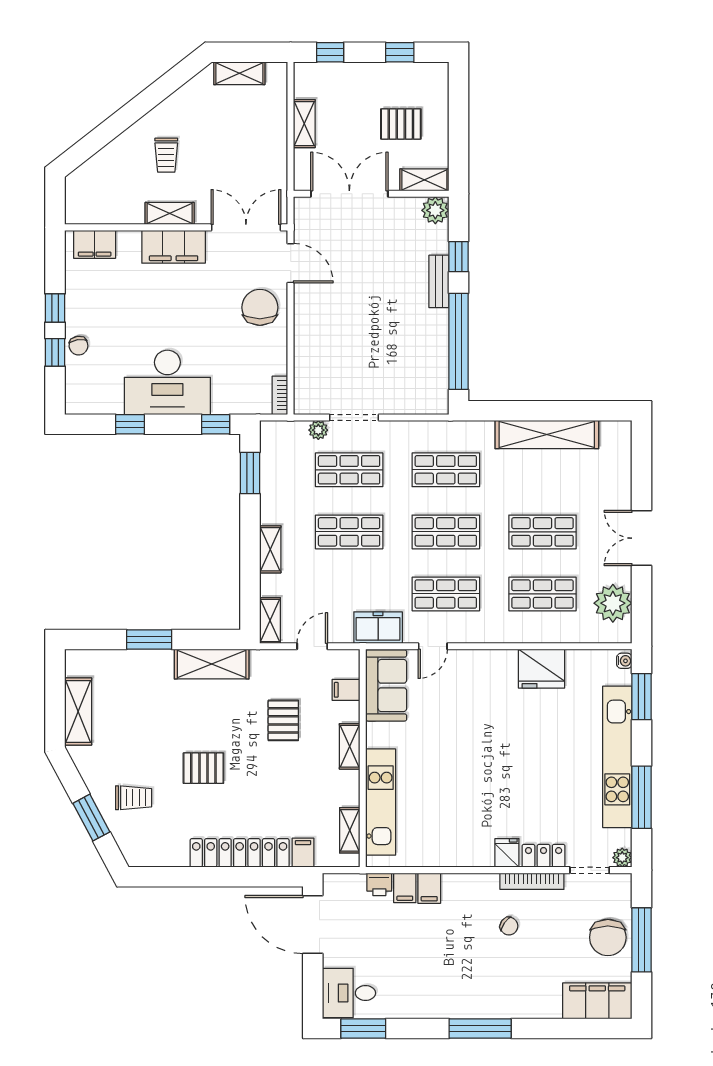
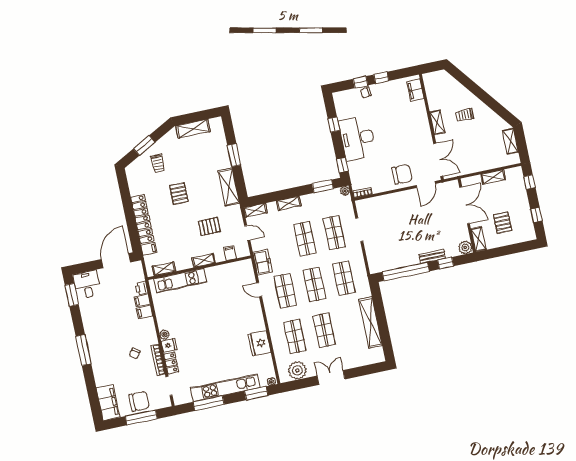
filing cabinet: (174, 247) -> (422, 128), removed
plant: (318, 430) -> (345, 191), moved
sofa: (386, 685) -> (236, 272), removed
plant: (622, 858) -> (164, 335), moved
chair: (608, 937) -> (139, 401), turned 180

